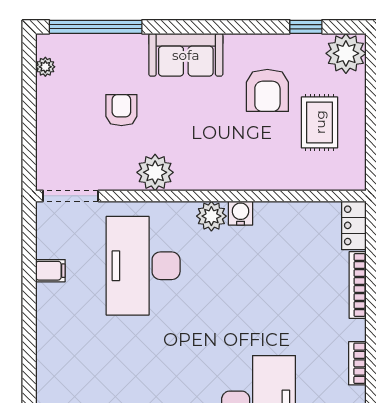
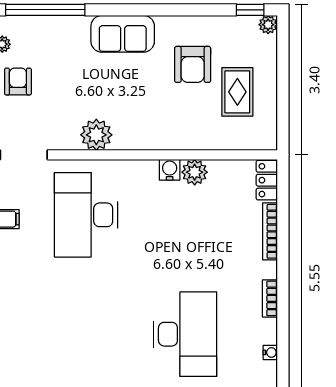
window: (306, 27) -> (250, 10), moved
plant: (346, 53) -> (268, 25), width x0.53, depth x0.53
armchair: (121, 110) -> (18, 82), moved
plant: (211, 216) -> (195, 172), moved

